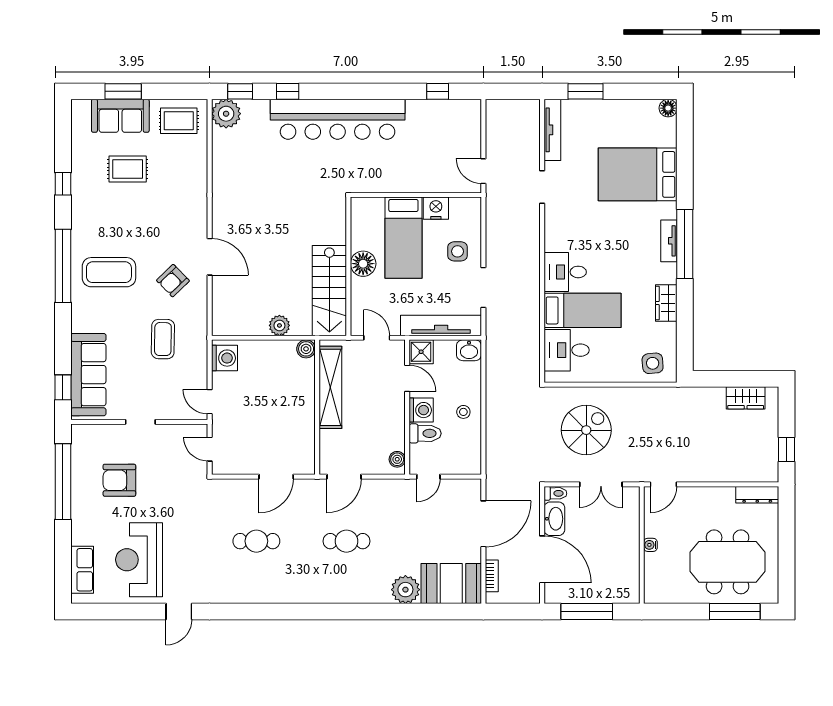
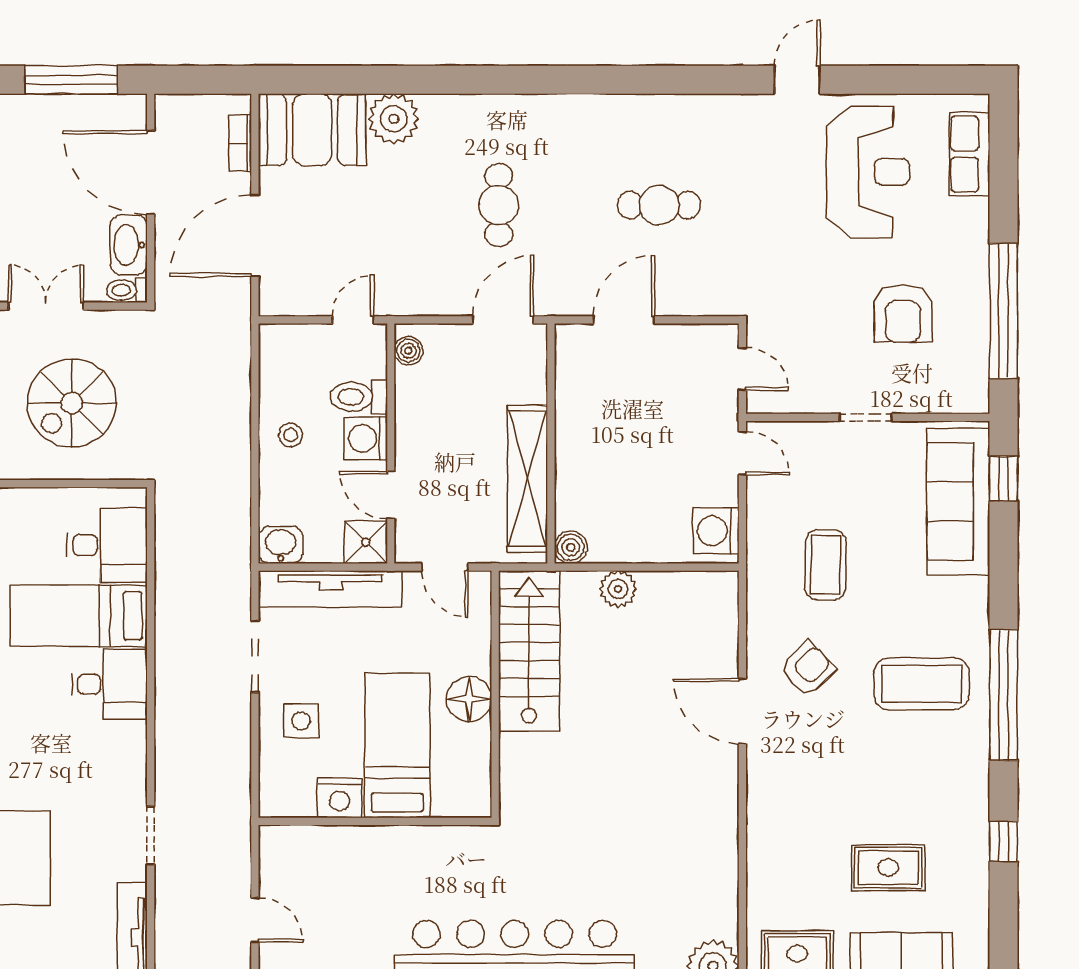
door: (483, 171) -> (255, 920), moved
armchair: (119, 480) -> (903, 313), turned 90
cafe table: (346, 541) -> (499, 205), turned 90

